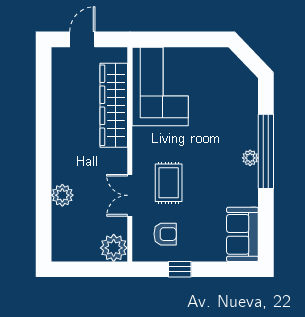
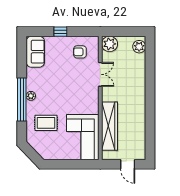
door: (82, 39) -> (128, 164), hinge flipped
rug: (169, 183) -> (46, 123), moved, turned 90
plant: (62, 195) -> (139, 47), moved
window: (180, 269) -> (60, 32), moved

